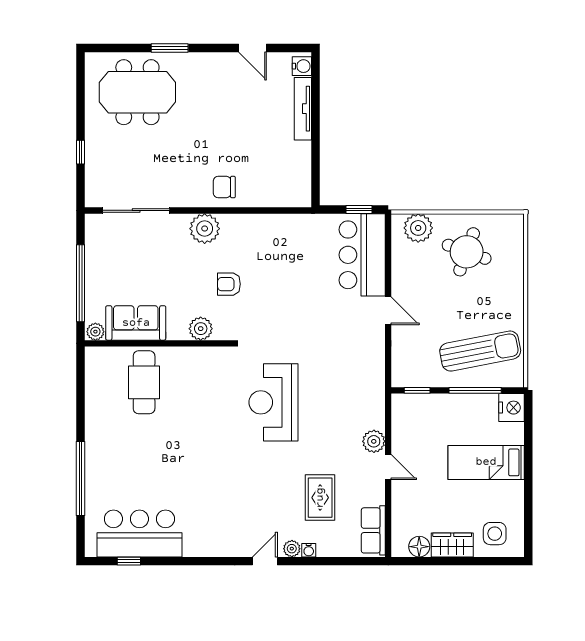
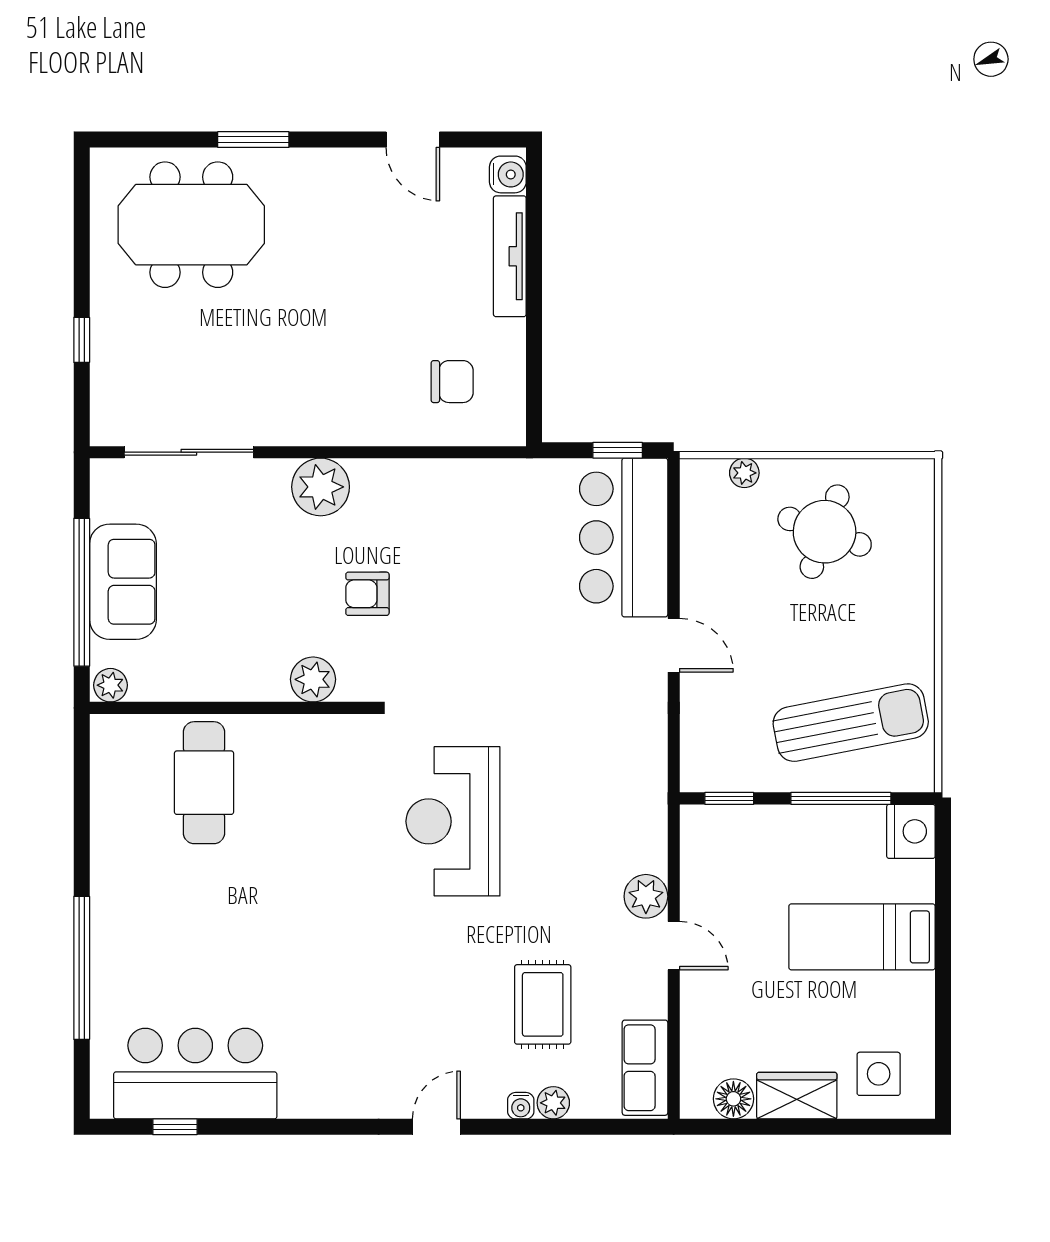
chair: (224, 187) -> (452, 382), moved, turned 180
plant: (418, 228) -> (744, 473), width x0.53, depth x0.53
sofa: (136, 323) -> (123, 582), moved, turned 90
plant: (292, 549) -> (553, 1103), moved

